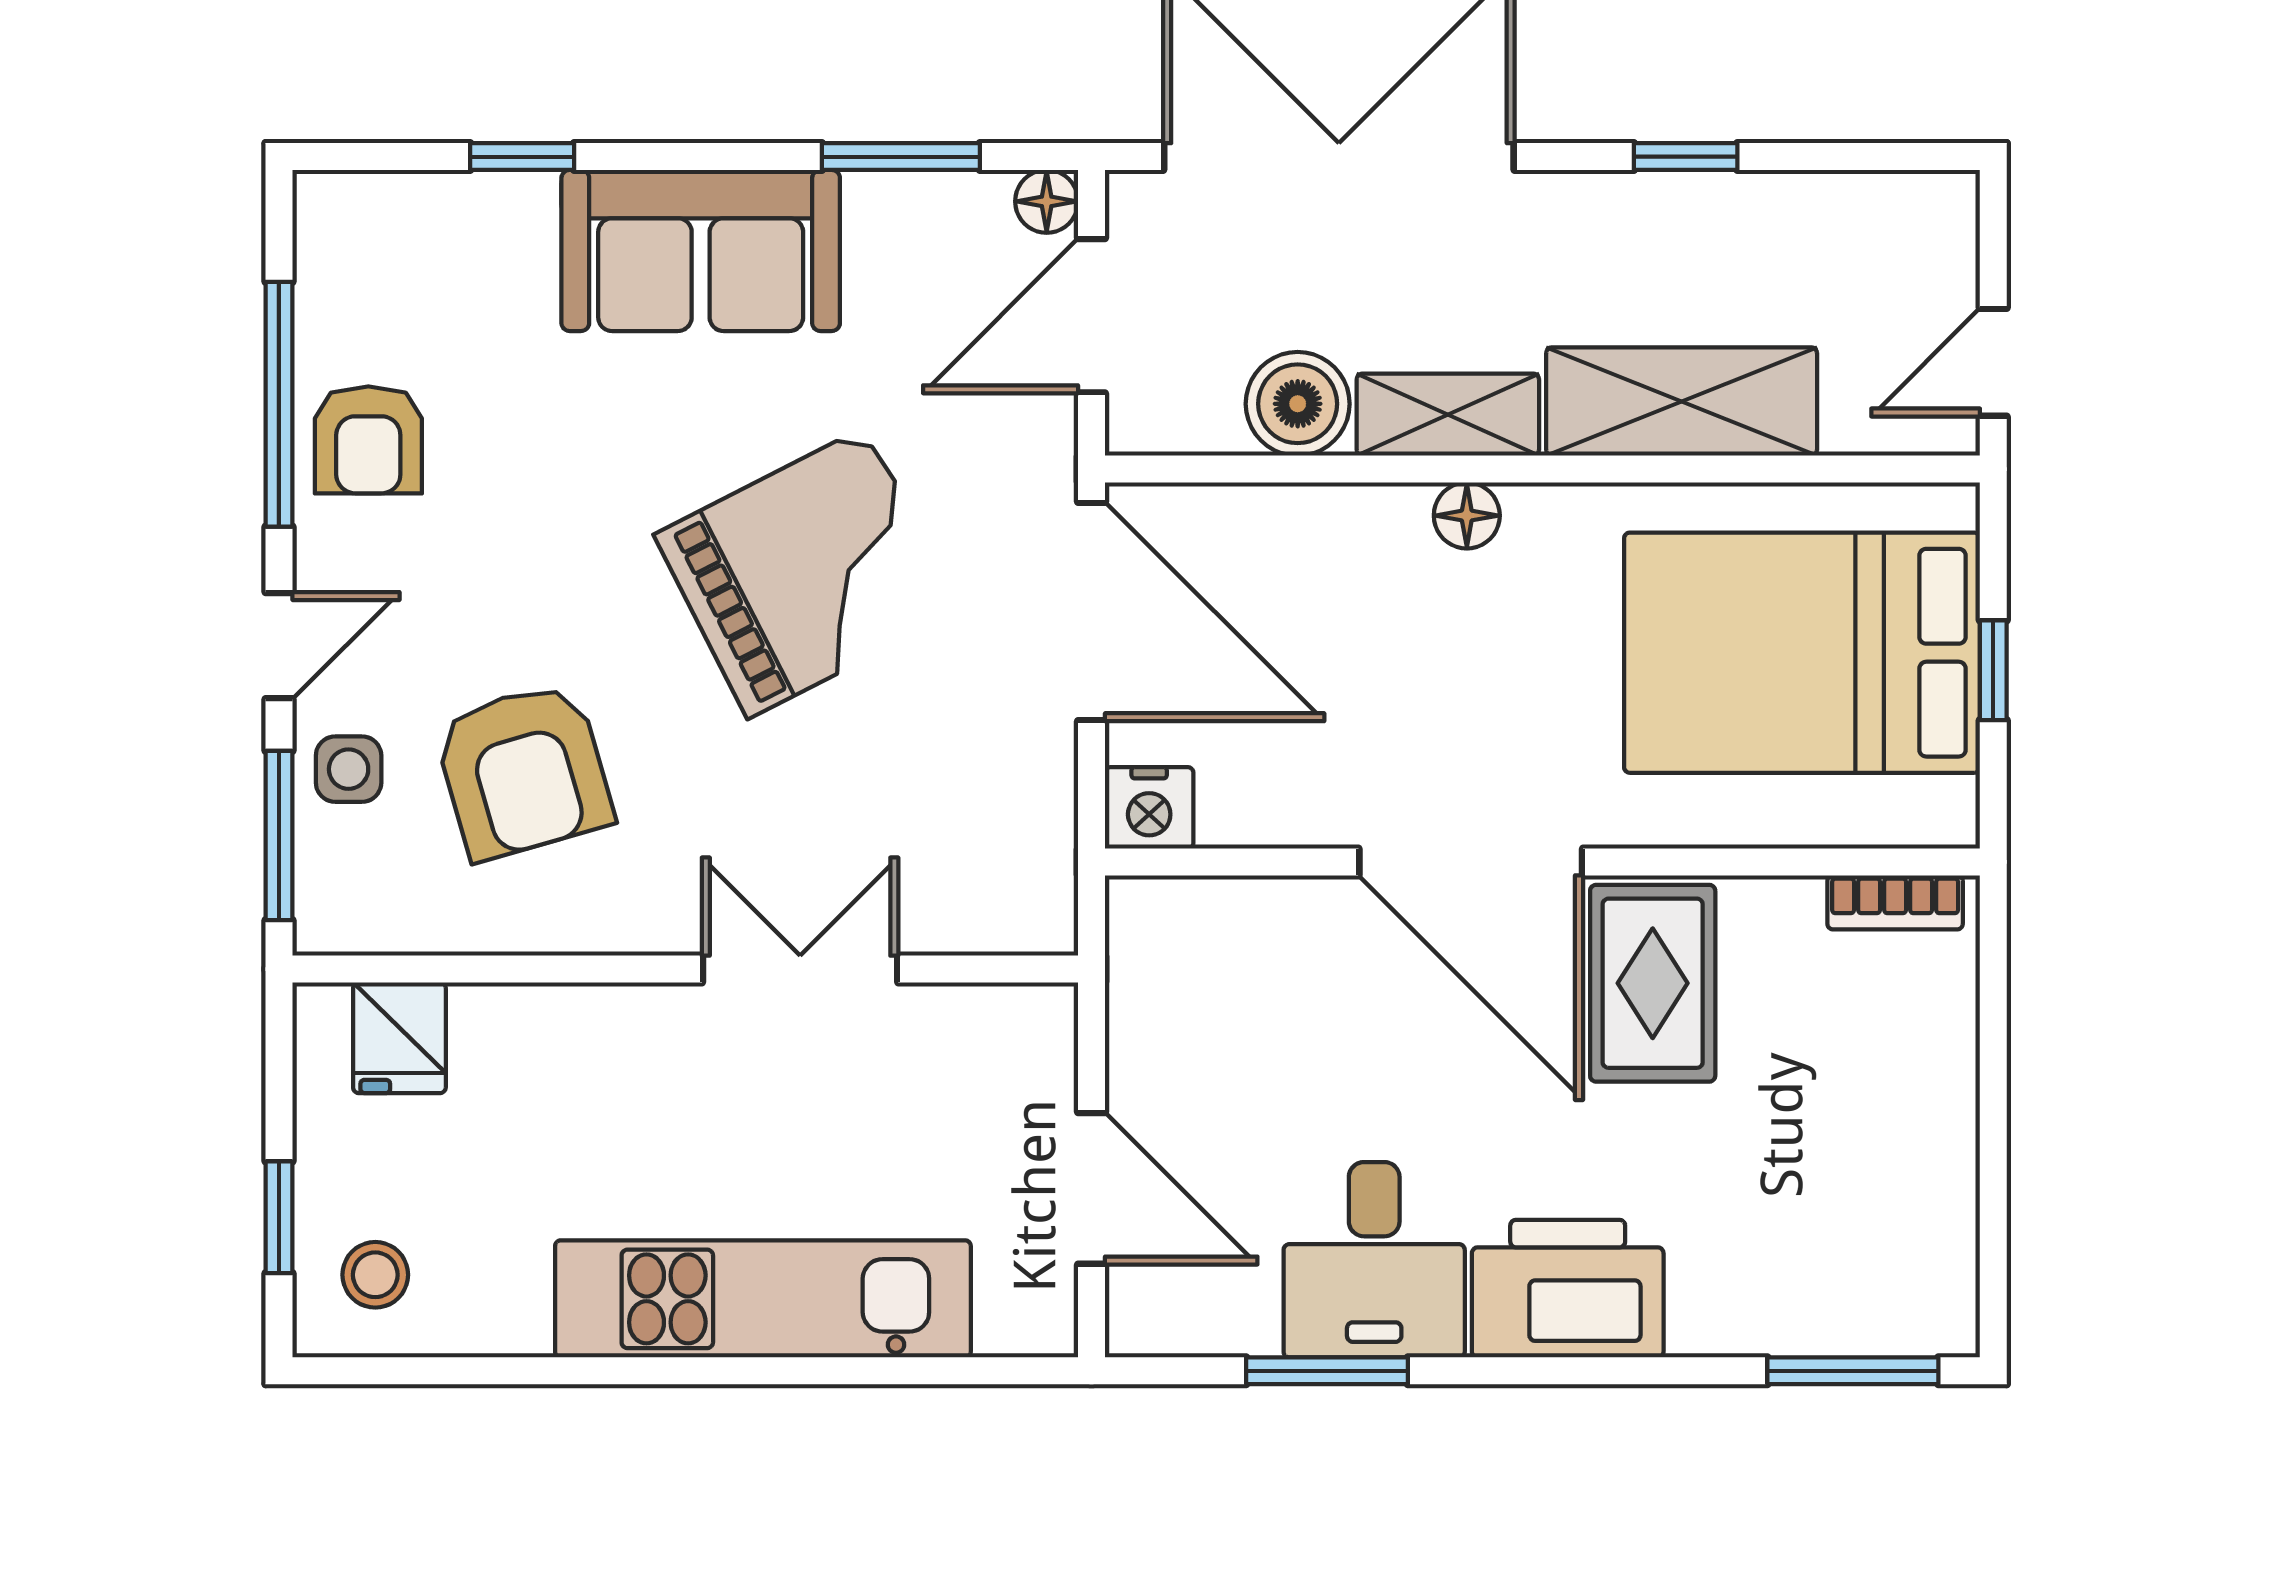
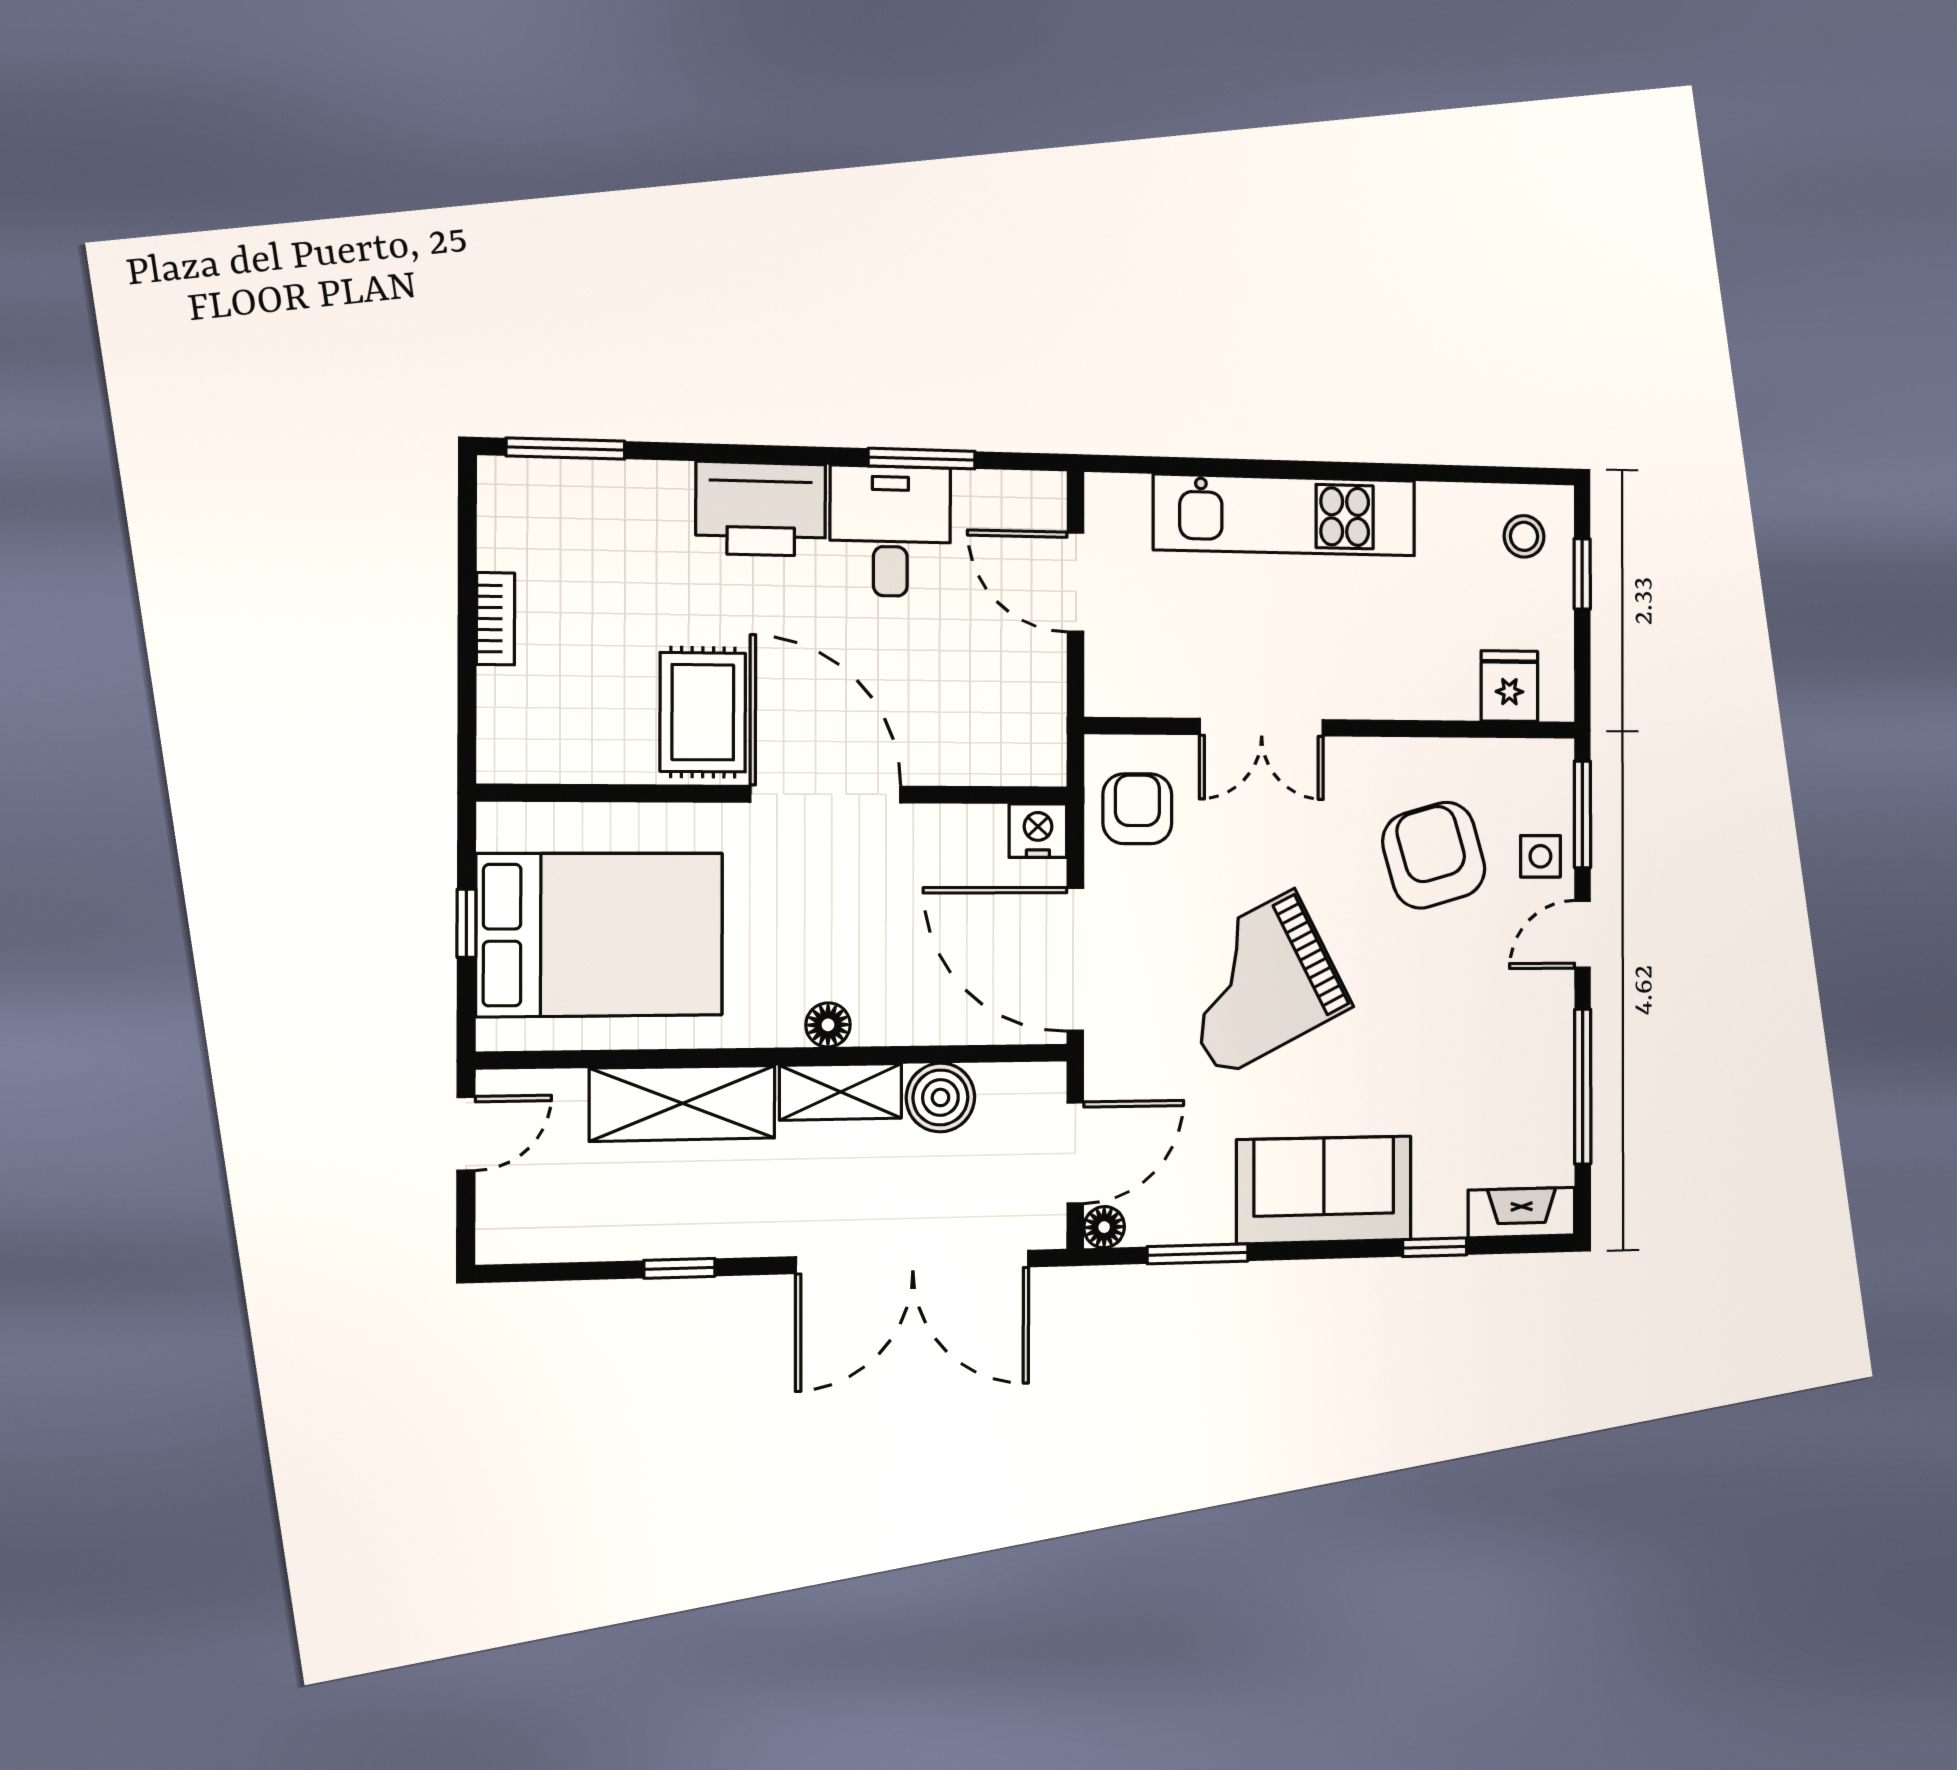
fireplace: (380, 207) -> (1522, 1213), added
armchair: (368, 440) -> (1137, 809), moved
bookcase: (1895, 902) -> (496, 619), moved, turned 90

